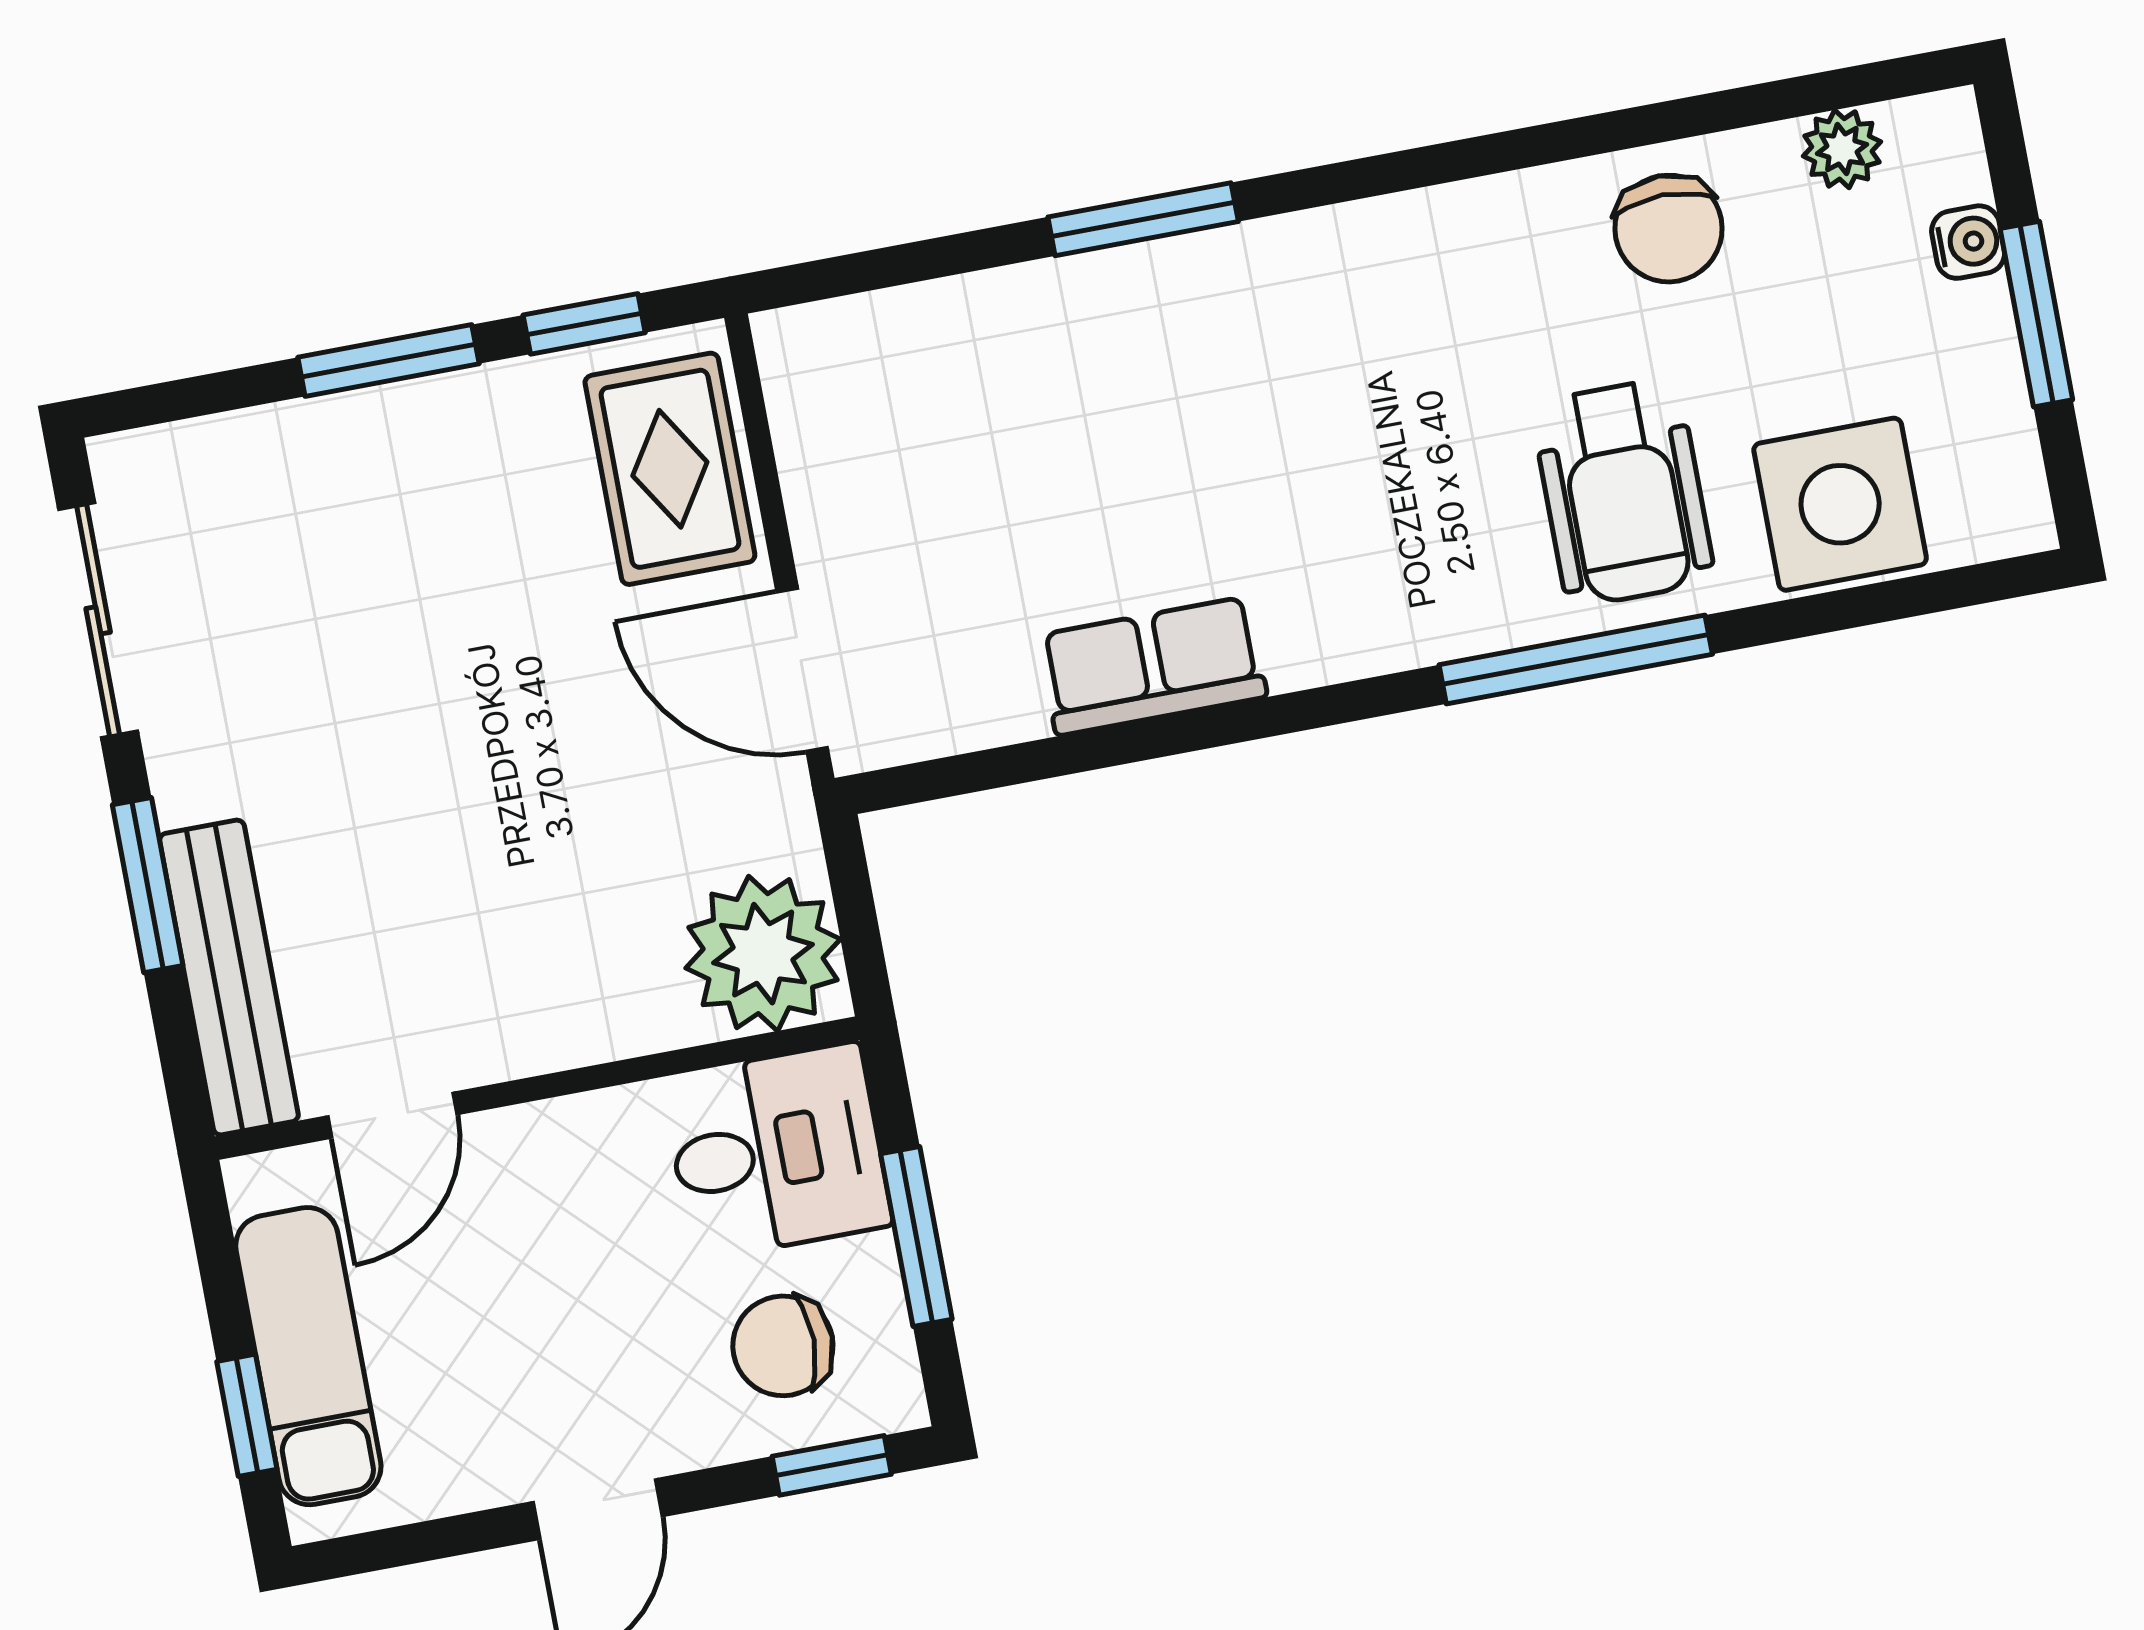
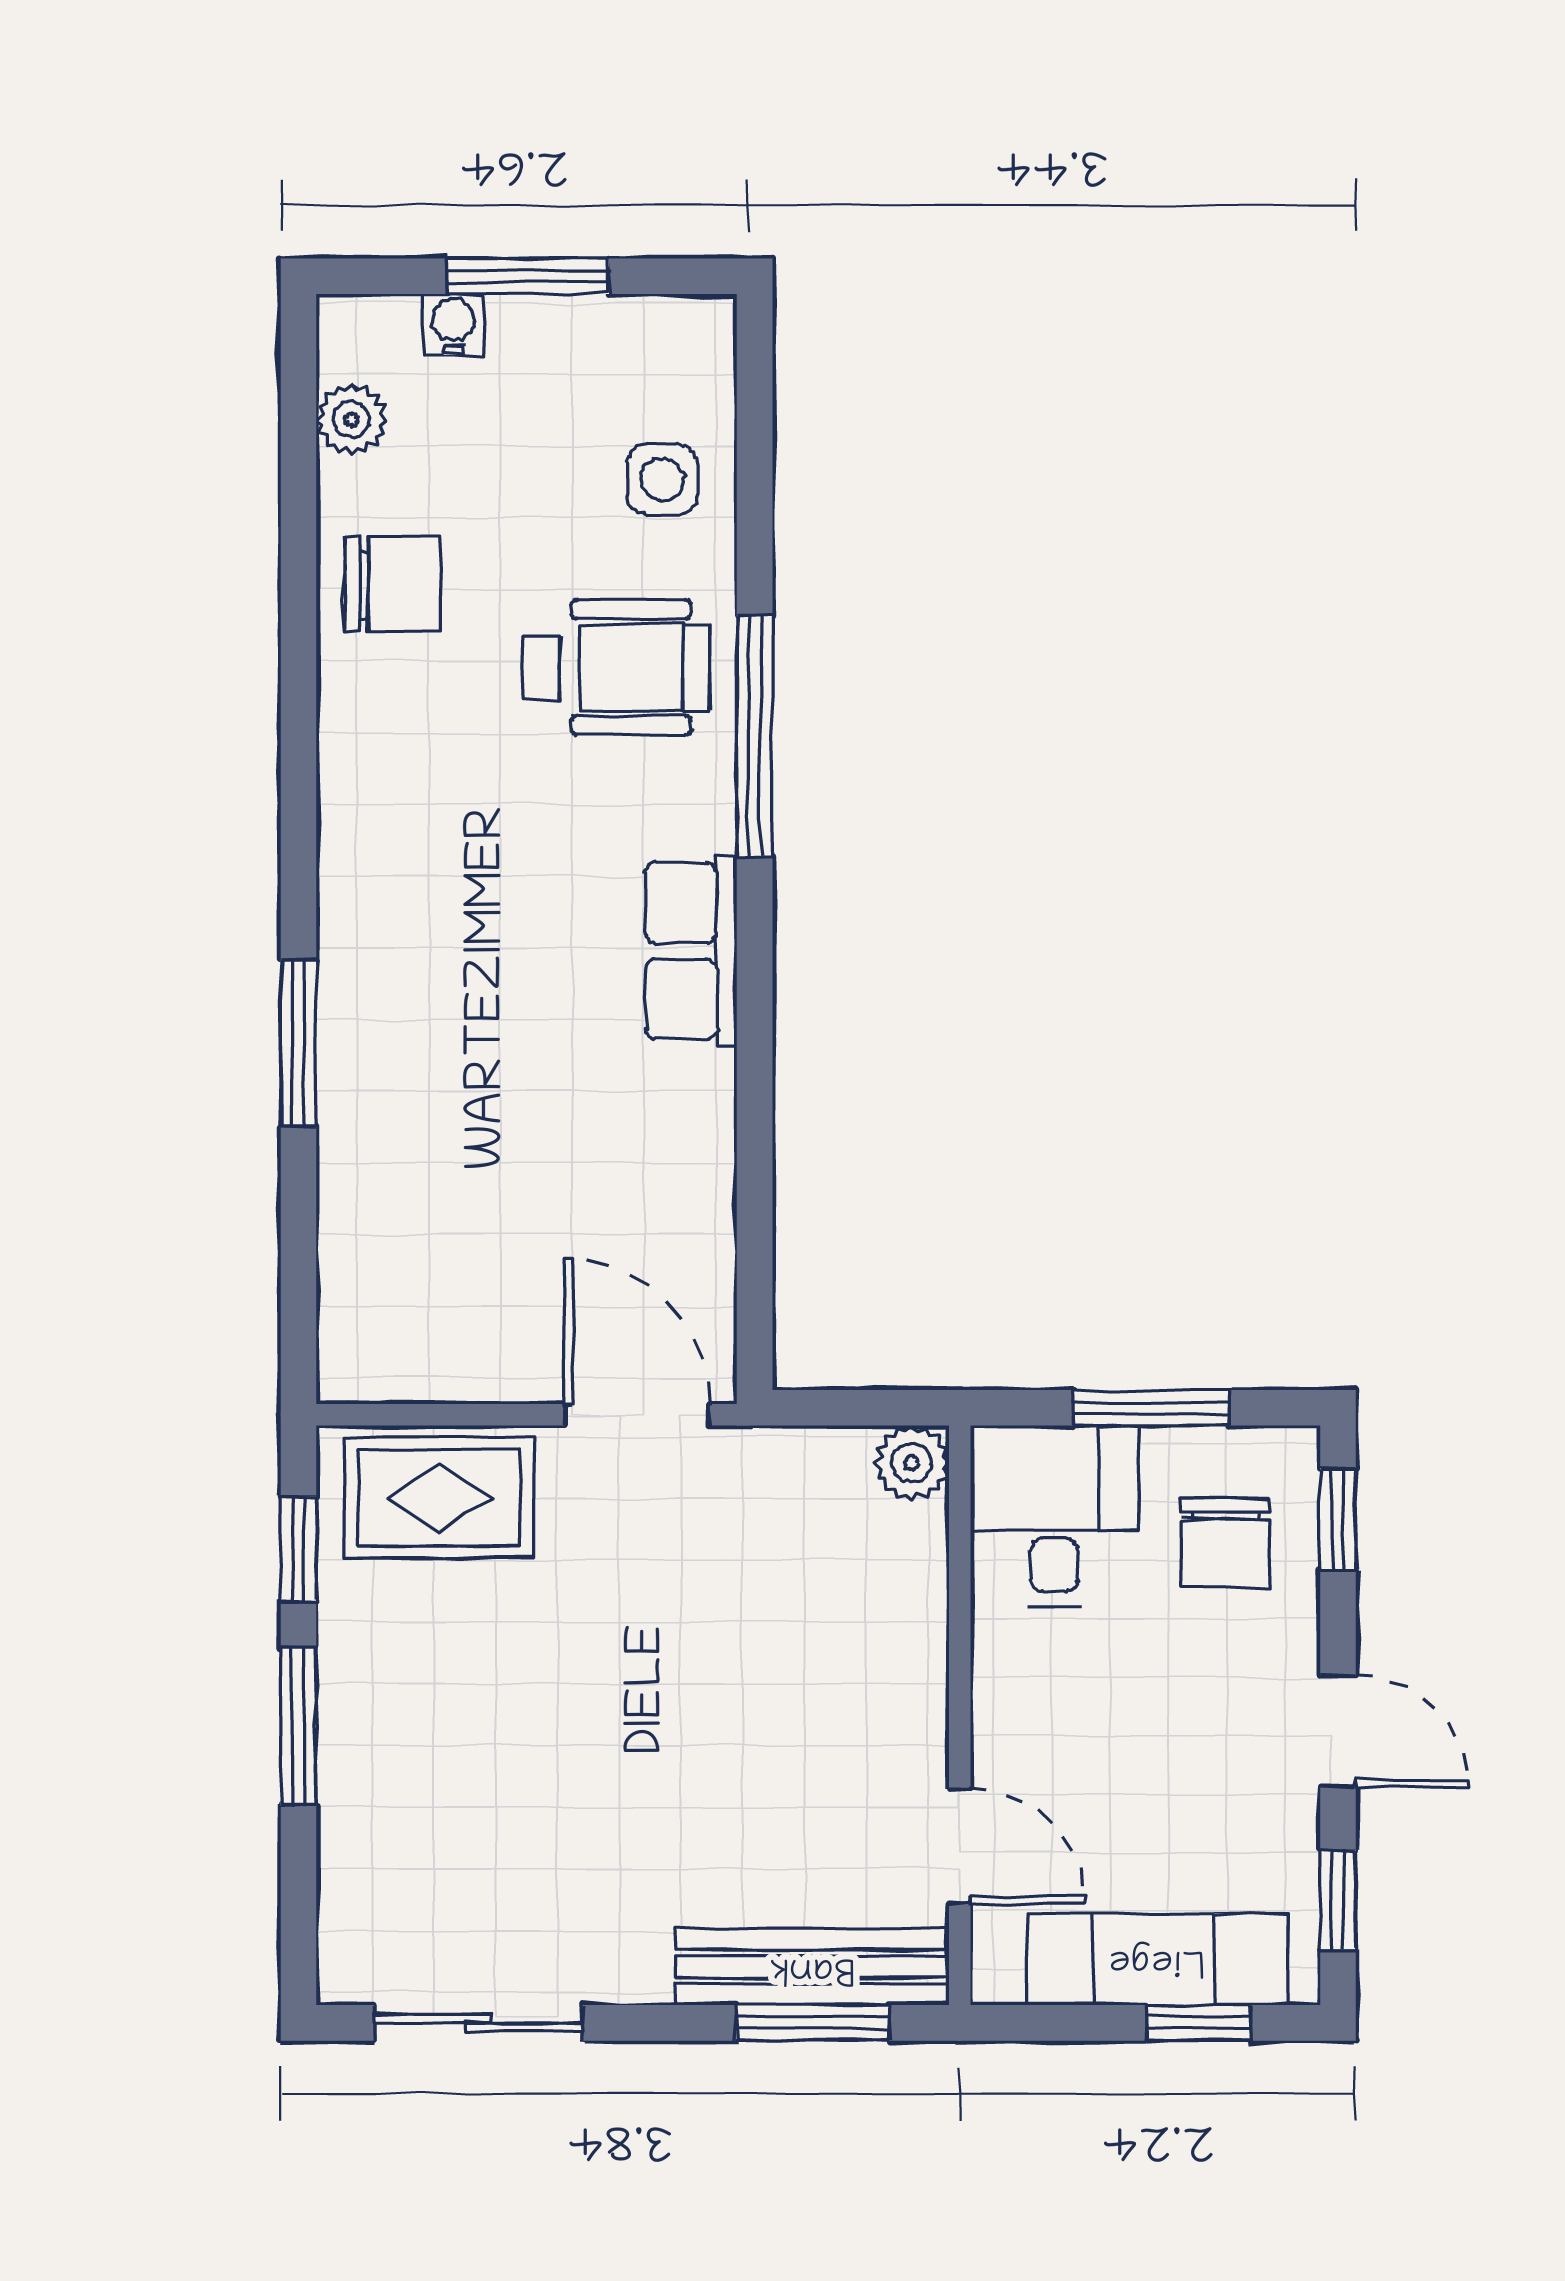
side table: (1840, 504) -> (662, 479), width x0.54, depth x0.54
row of seats: (1153, 666) -> (691, 951), moved
door: (802, 670) -> (637, 1415), swing flipped
window: (148, 885) -> (813, 2023), moved
plant: (763, 954) -> (912, 1463), width x0.53, depth x0.53
window: (412, 1544) -> (1338, 1900), added

